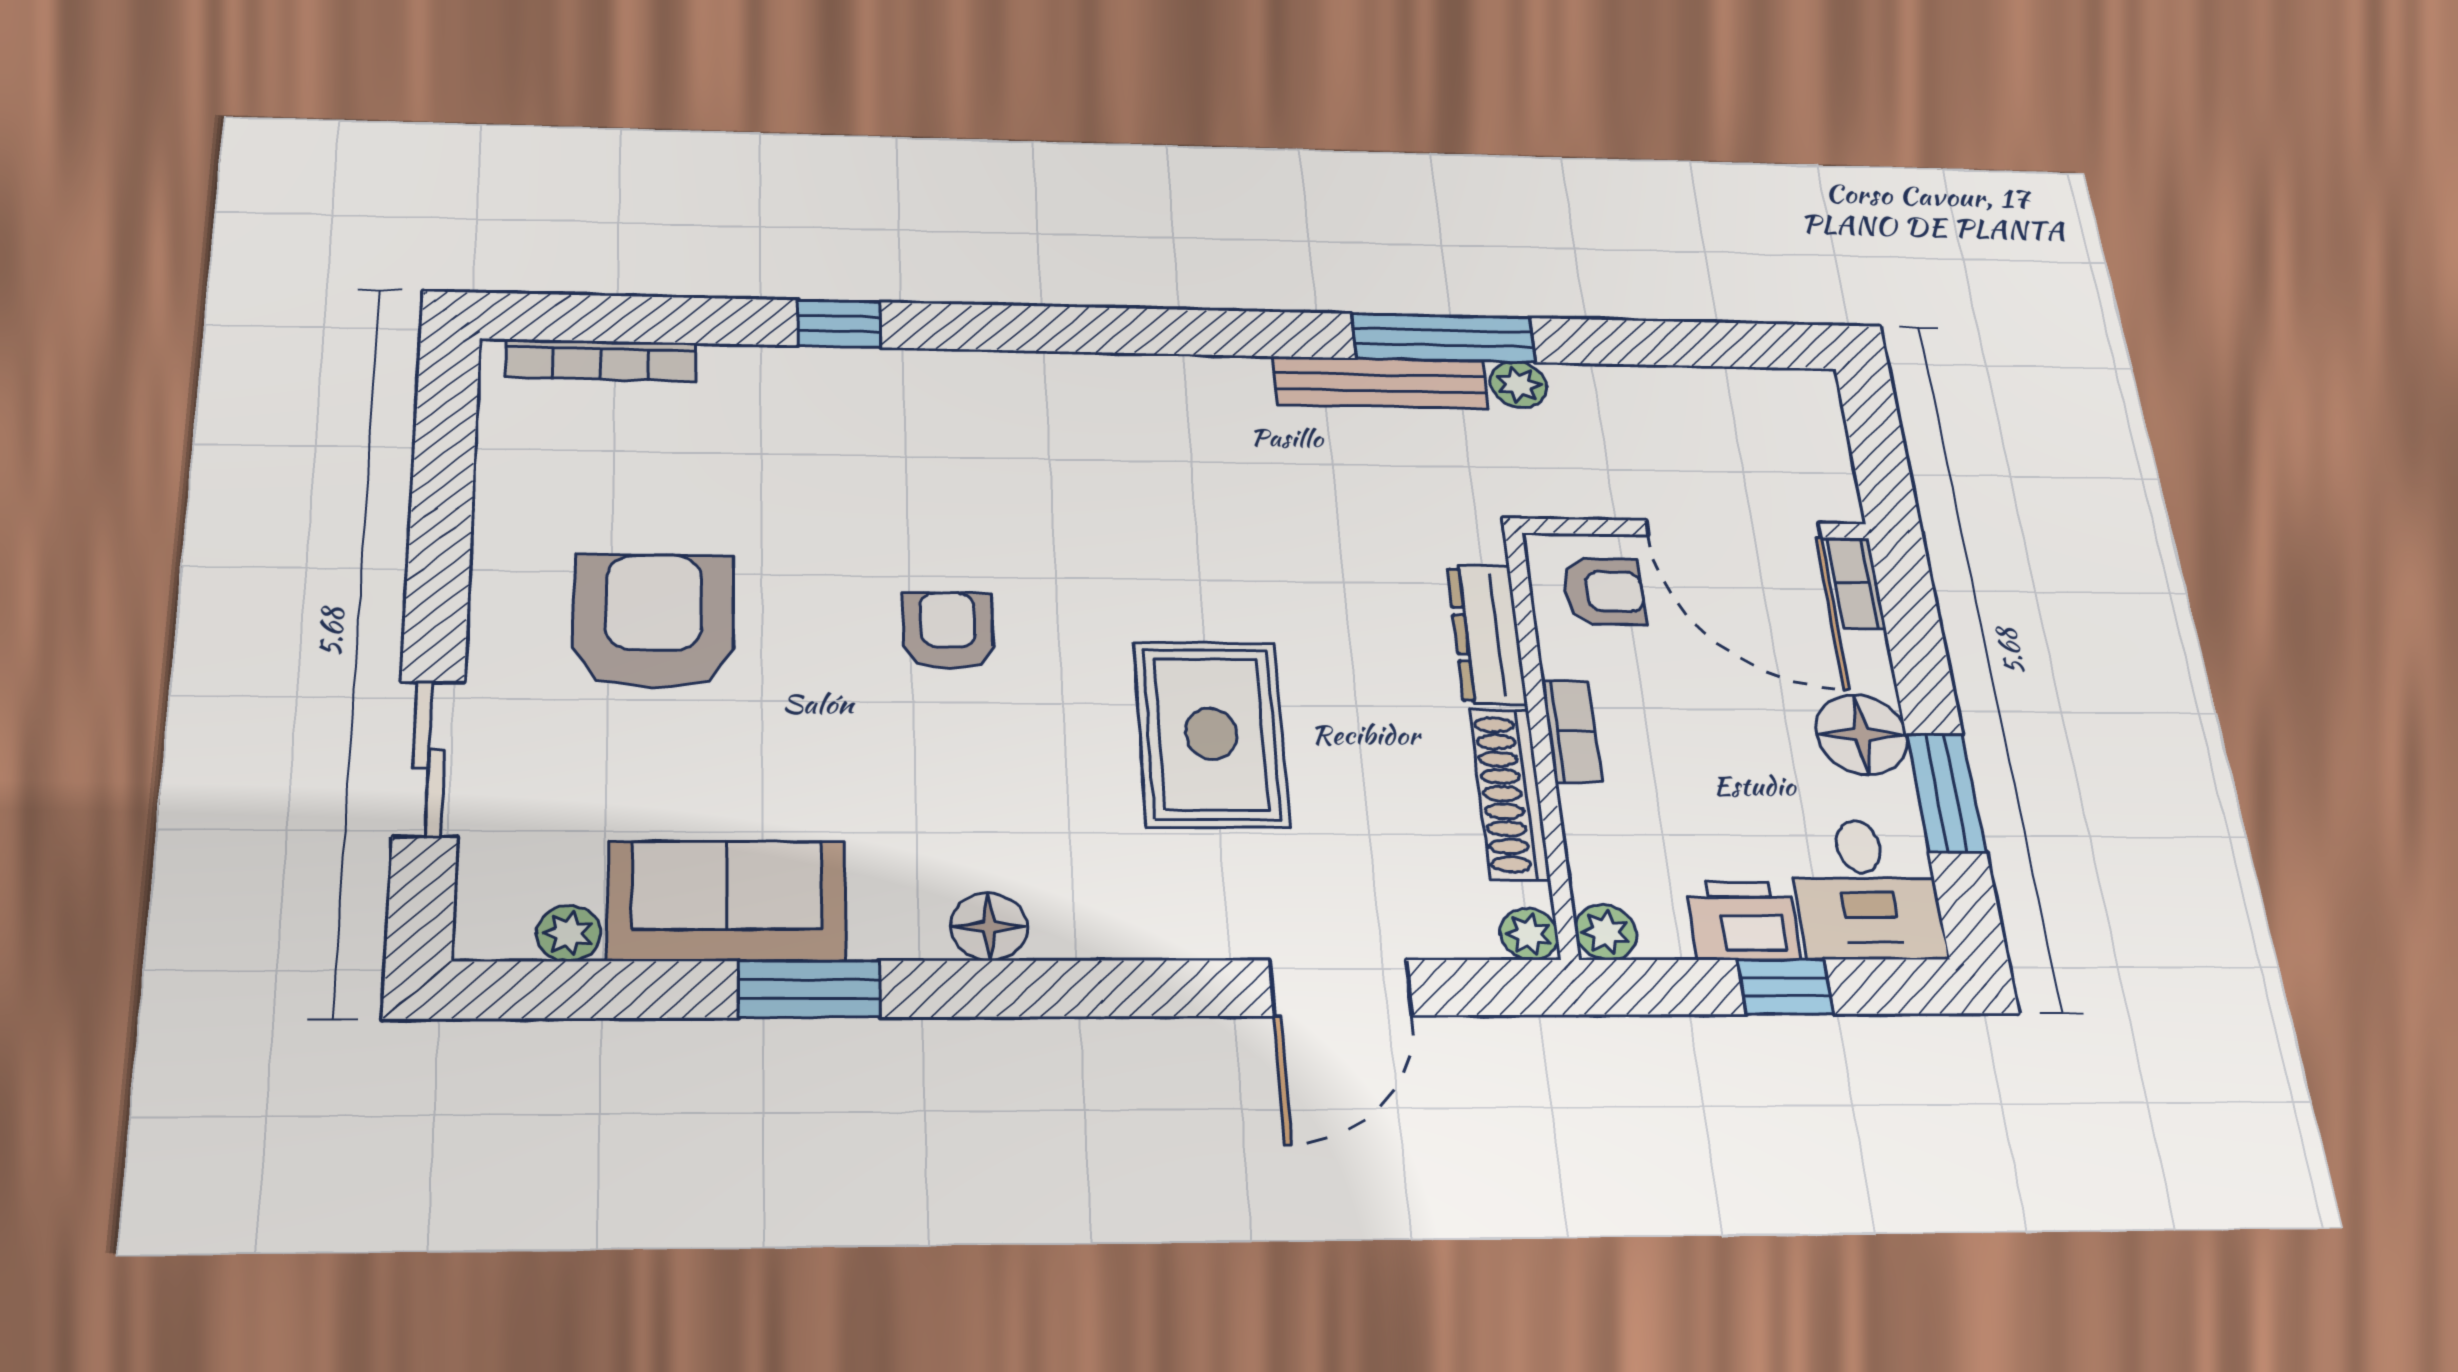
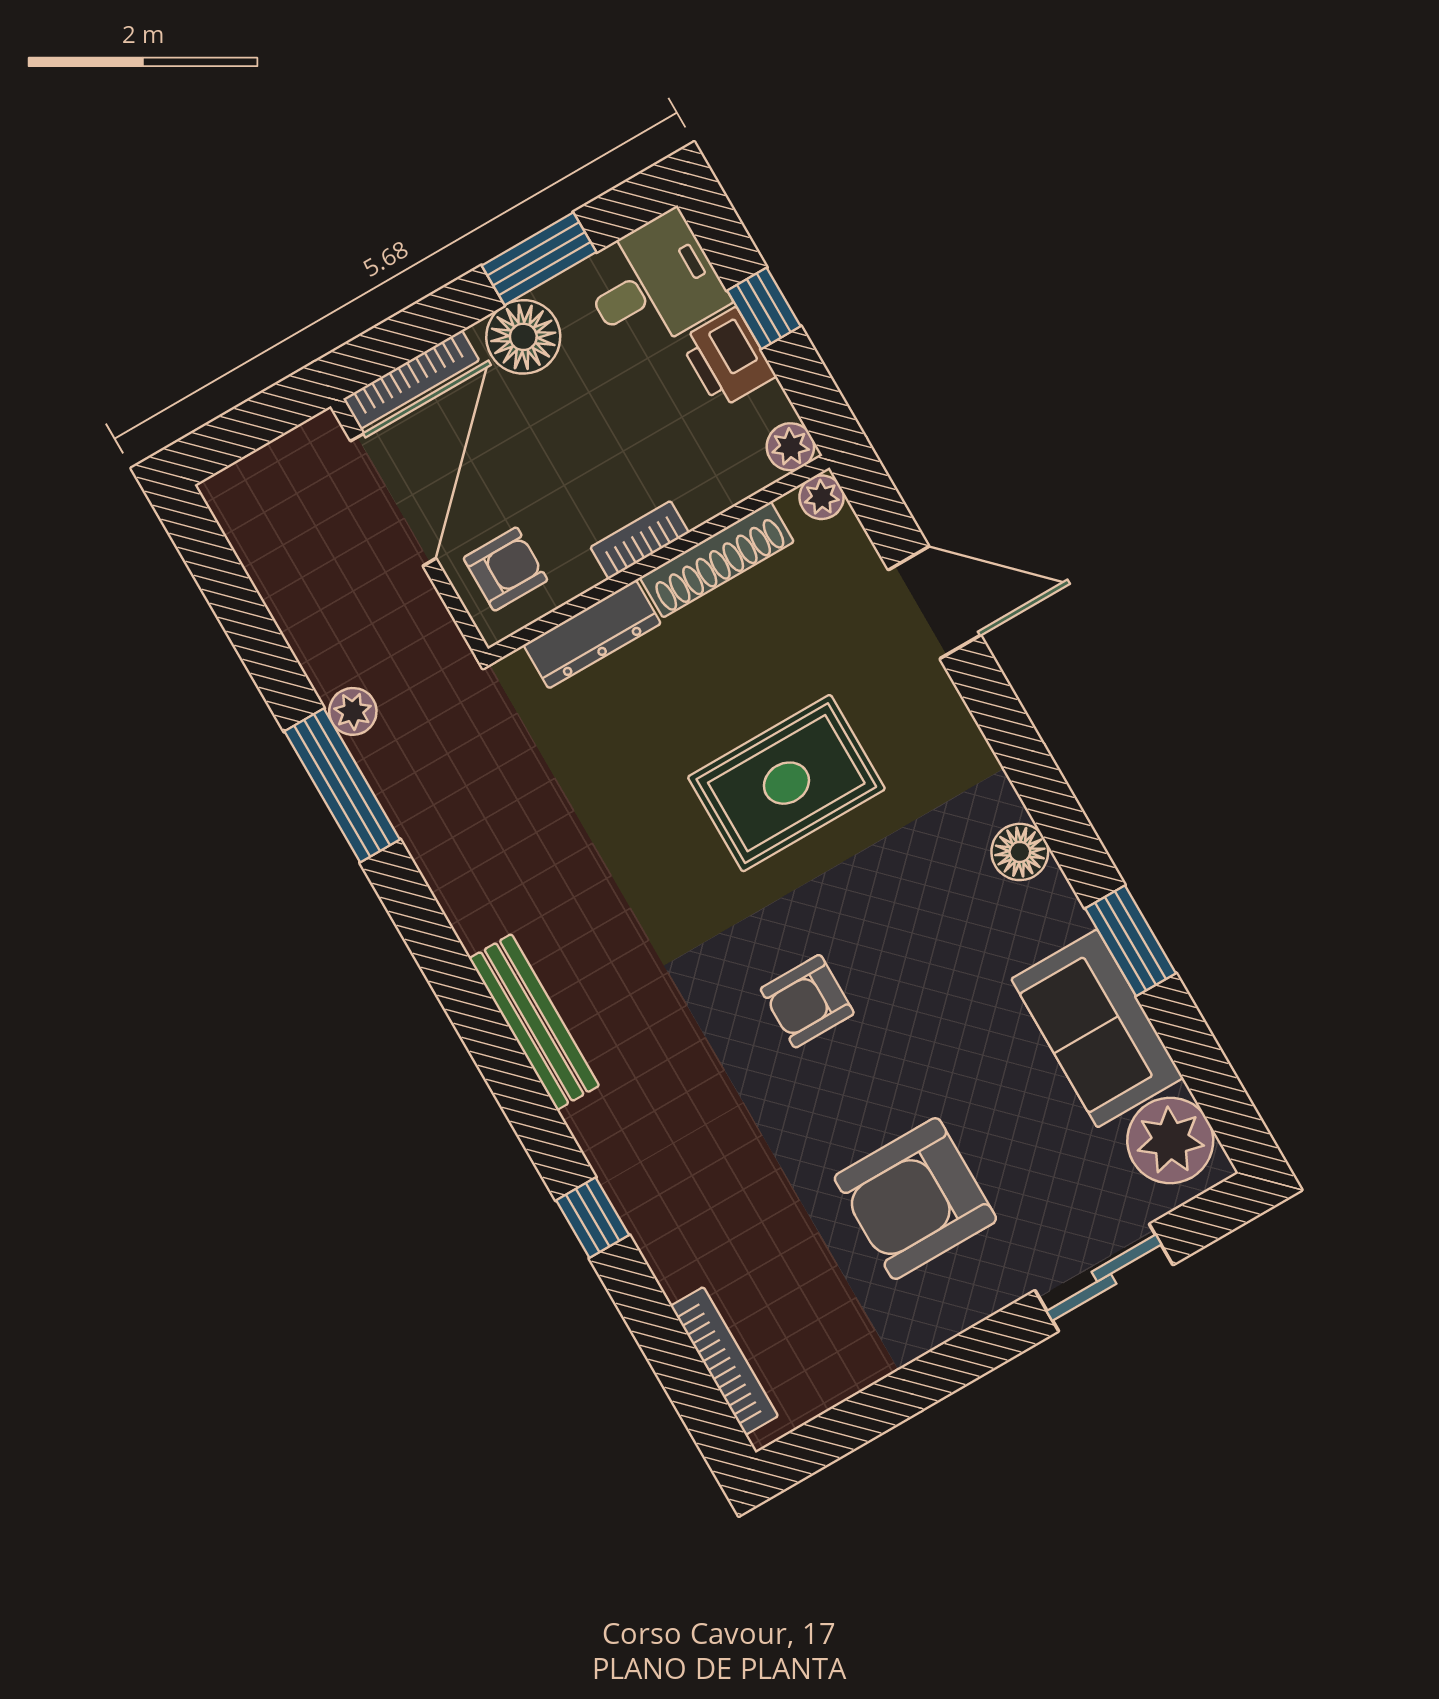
bench: (1381, 383) -> (534, 1022), moved
bookcase: (1856, 583) -> (411, 380), width x1.56
armchair: (1604, 591) -> (505, 569), turned 90
plant: (569, 933) -> (1170, 1140), width x1.88, depth x1.88

